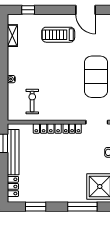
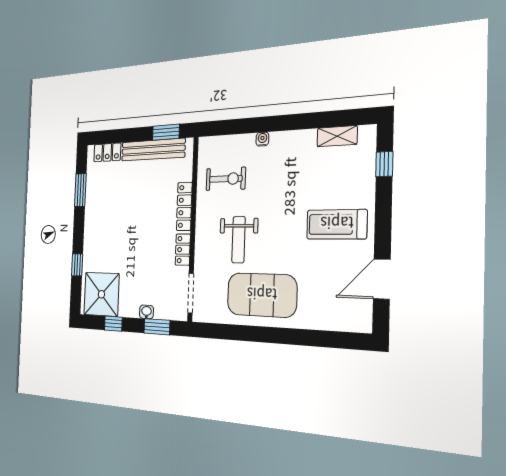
treadmill: (58, 35) -> (337, 224), turned -90
weight bench: (66, 92) -> (238, 240), added
window: (82, 207) -> (77, 265), width x0.46

